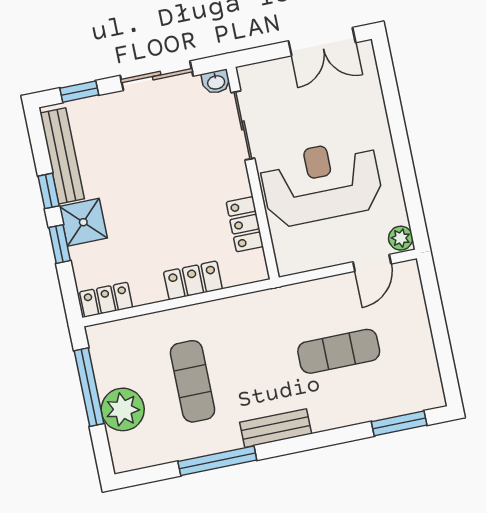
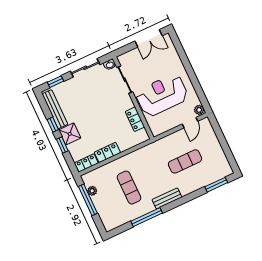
locker: (193, 280) -> (107, 152), moved
plant: (123, 409) -> (92, 191), moved, width x0.53, depth x0.53

